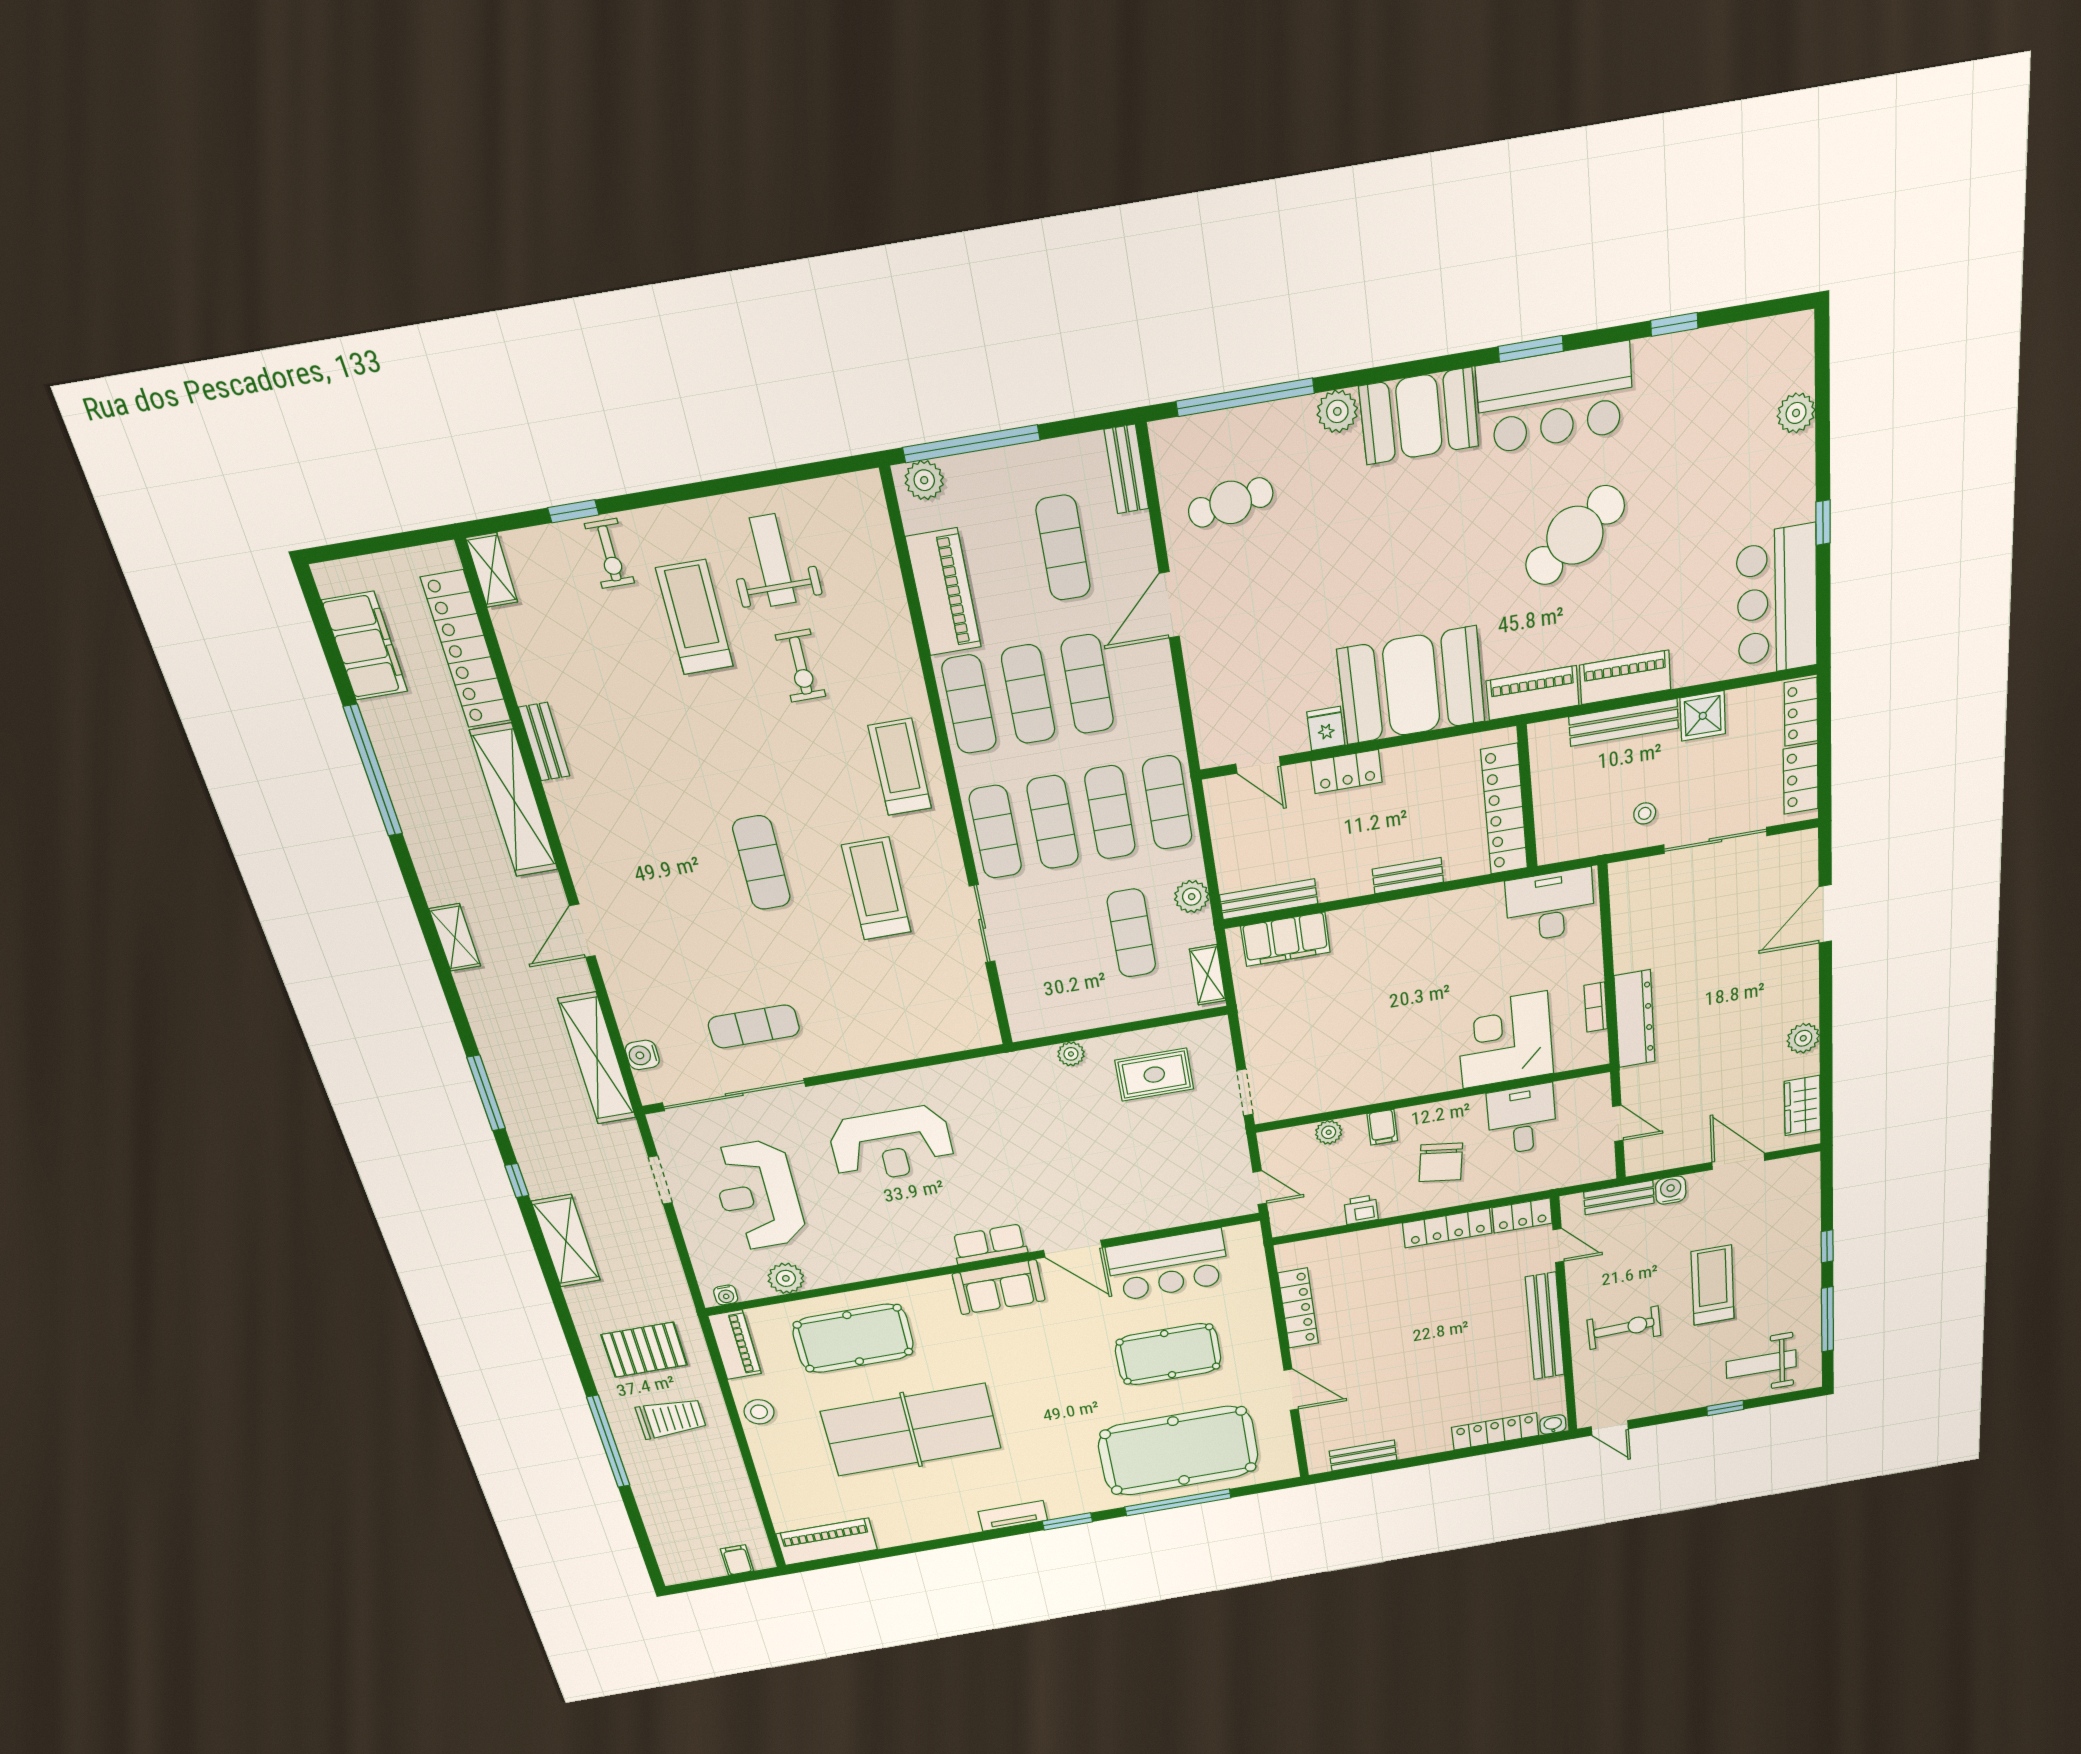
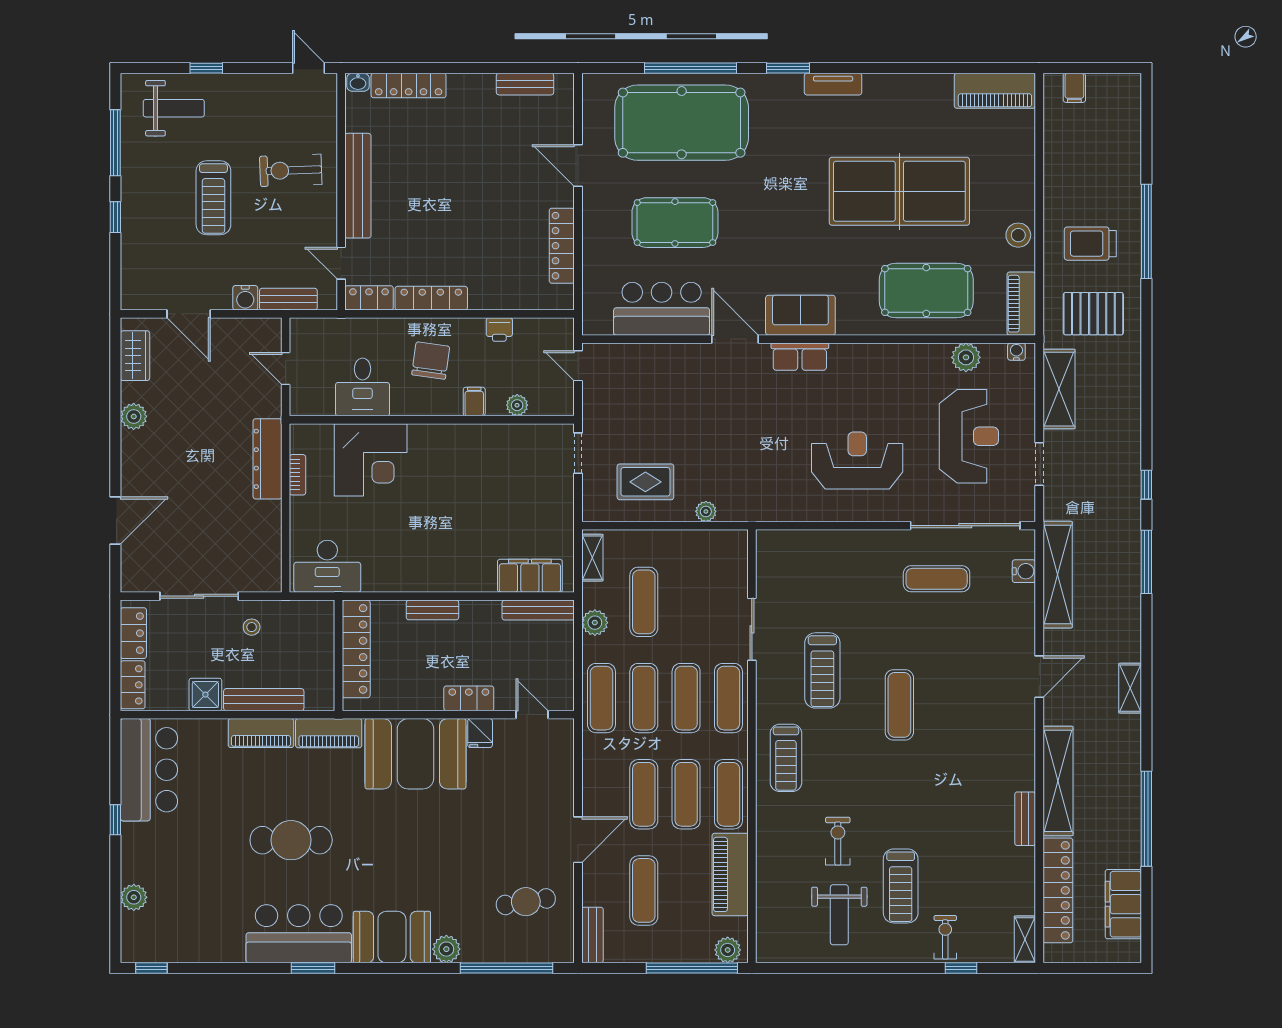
window: (1674, 324) -> (151, 968), moved
cafe table: (1575, 535) -> (291, 840), turned 37
shelving: (566, 1241) -> (1059, 389), moved

